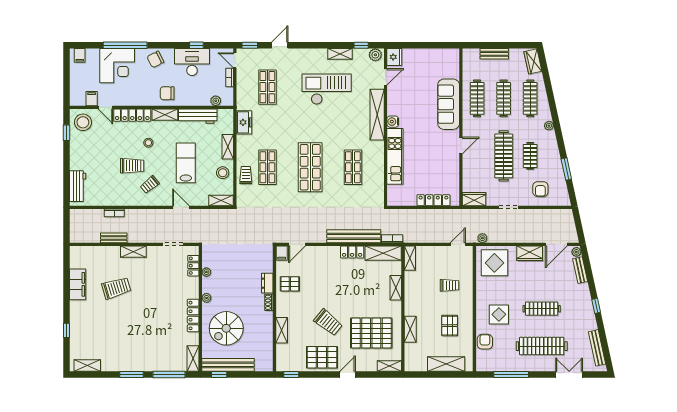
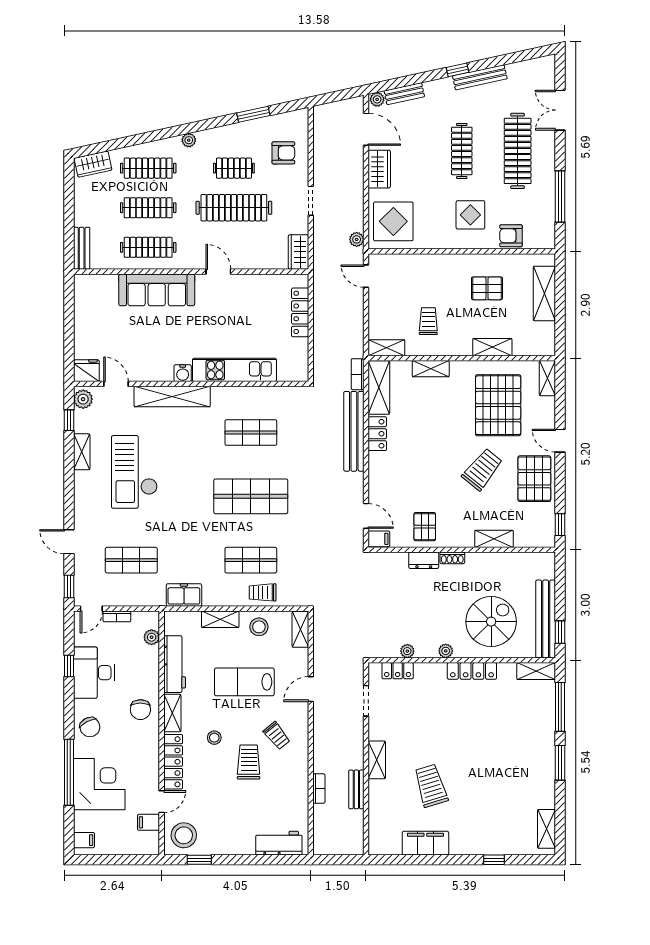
bench: (494, 54) -> (82, 248), moved
trolley: (450, 285) -> (428, 321), moved
spiral stairs: (226, 328) -> (491, 622), turned -90
bench: (597, 348) -> (480, 77), moved

